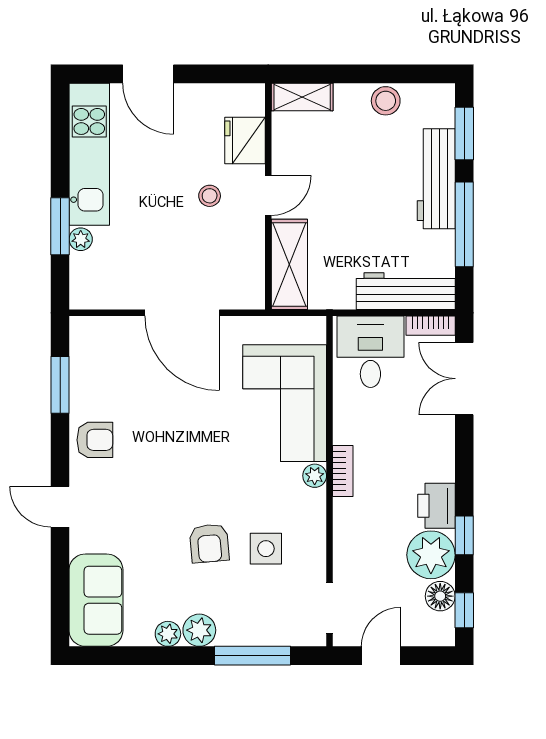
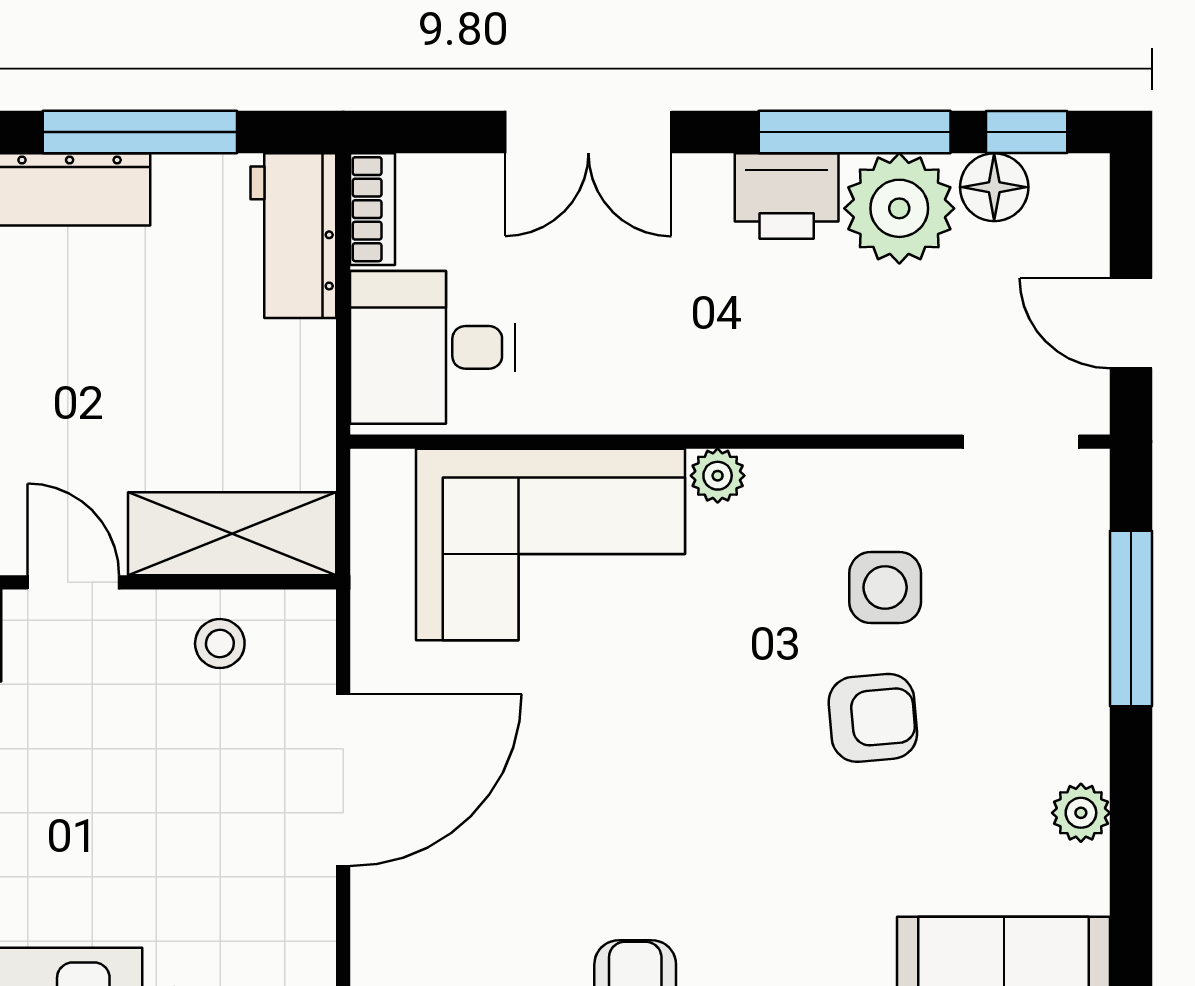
stool: (210, 196) -> (220, 644), moved
workbench: (406, 291) -> (293, 236), width x0.73
double door: (464, 379) -> (588, 132), moved
bookcase: (343, 471) -> (707, 411), removed
window: (464, 535) -> (855, 132), width x2.17
plant: (199, 630) -> (1073, 741), removed

